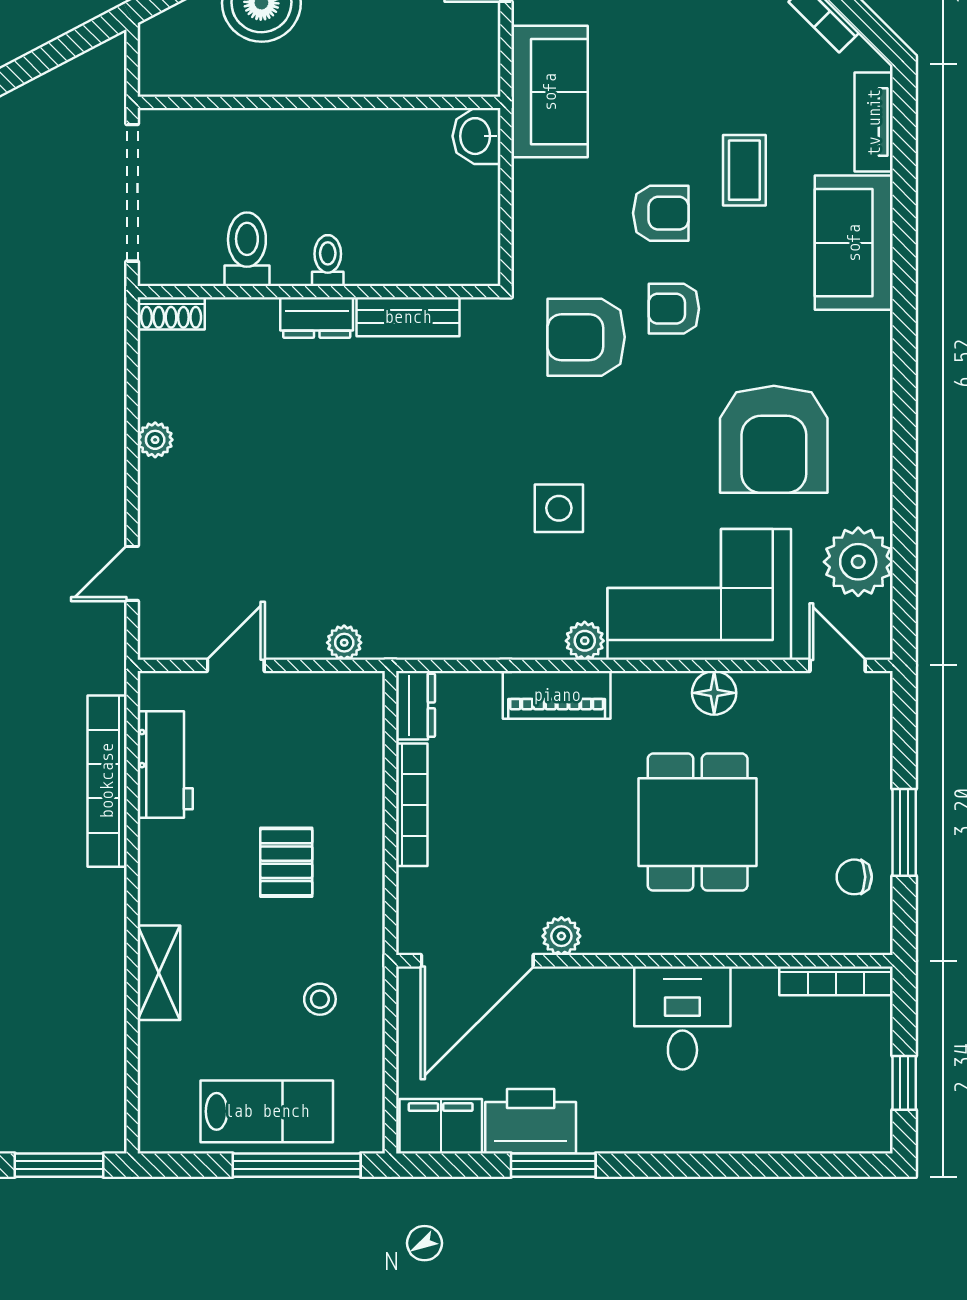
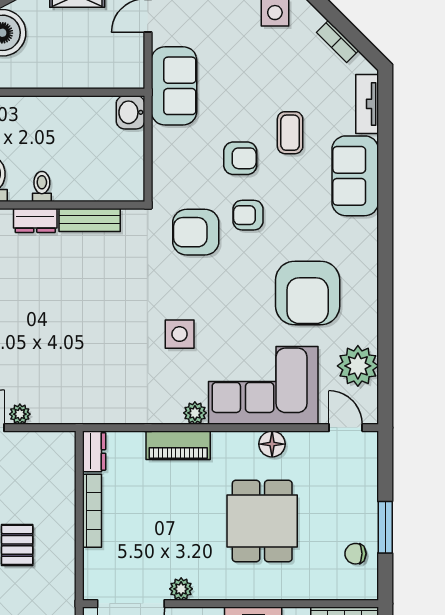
plant: (344, 643) -> (20, 414), moved

